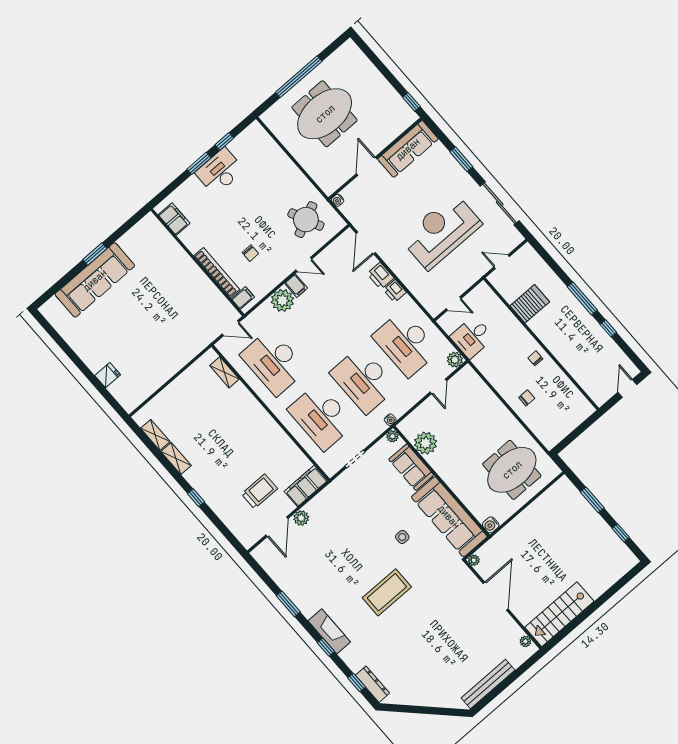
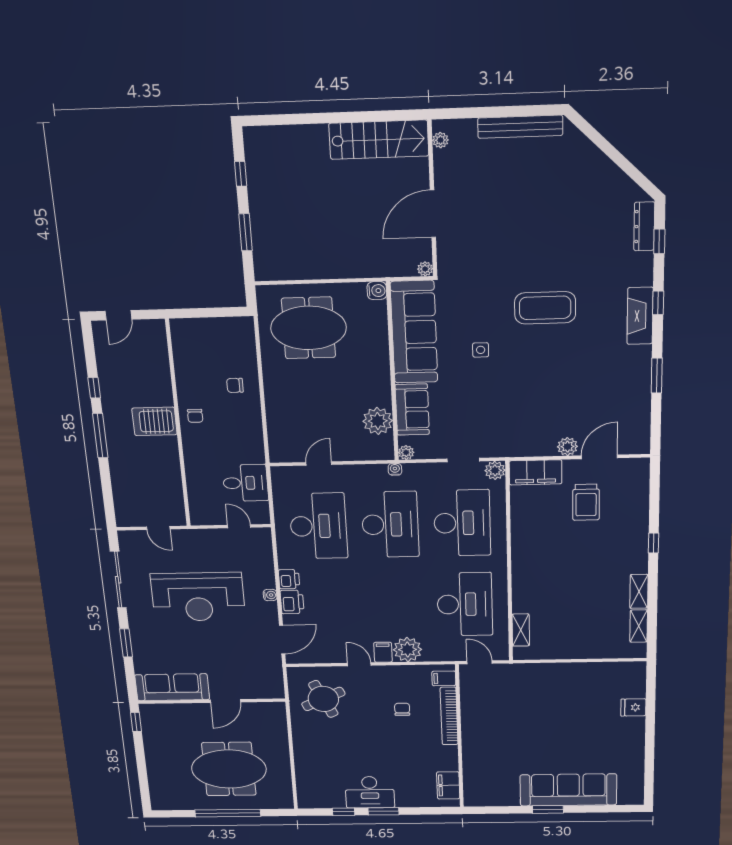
water cooler: (338, 200) -> (270, 595), moved
server rack: (530, 304) -> (154, 421), moved
plant: (455, 360) -> (495, 470), moved
trolley: (259, 491) -> (586, 502), turned -90

